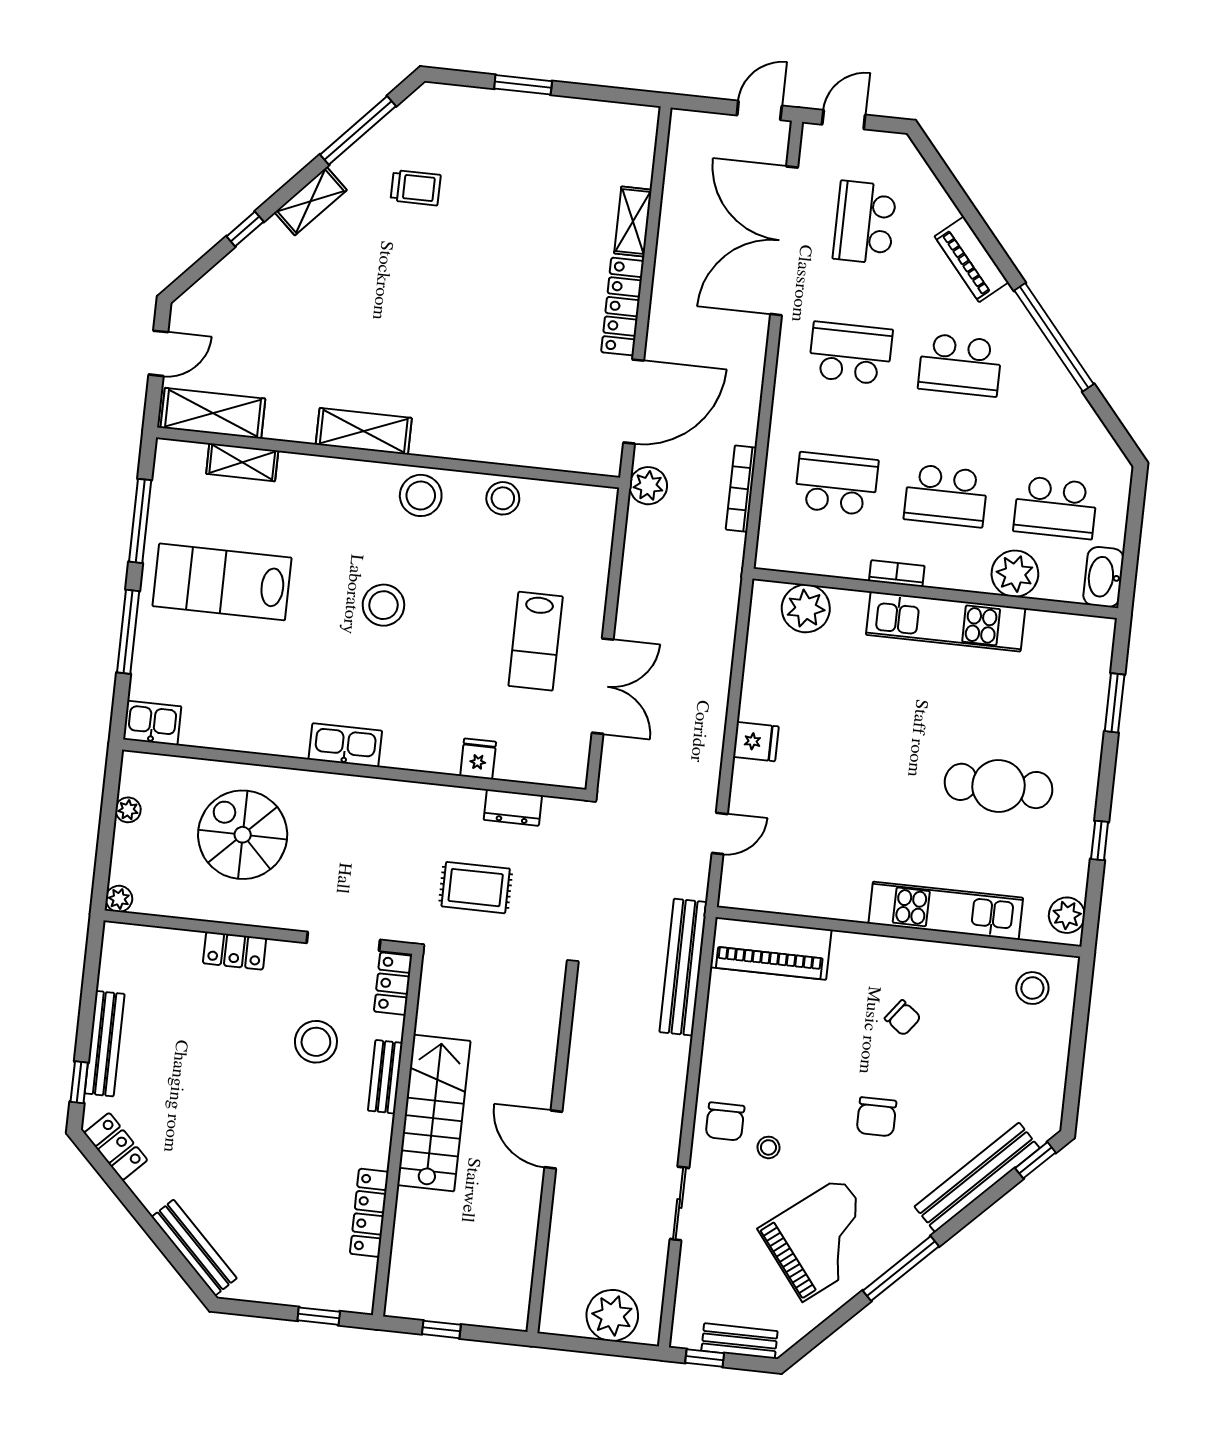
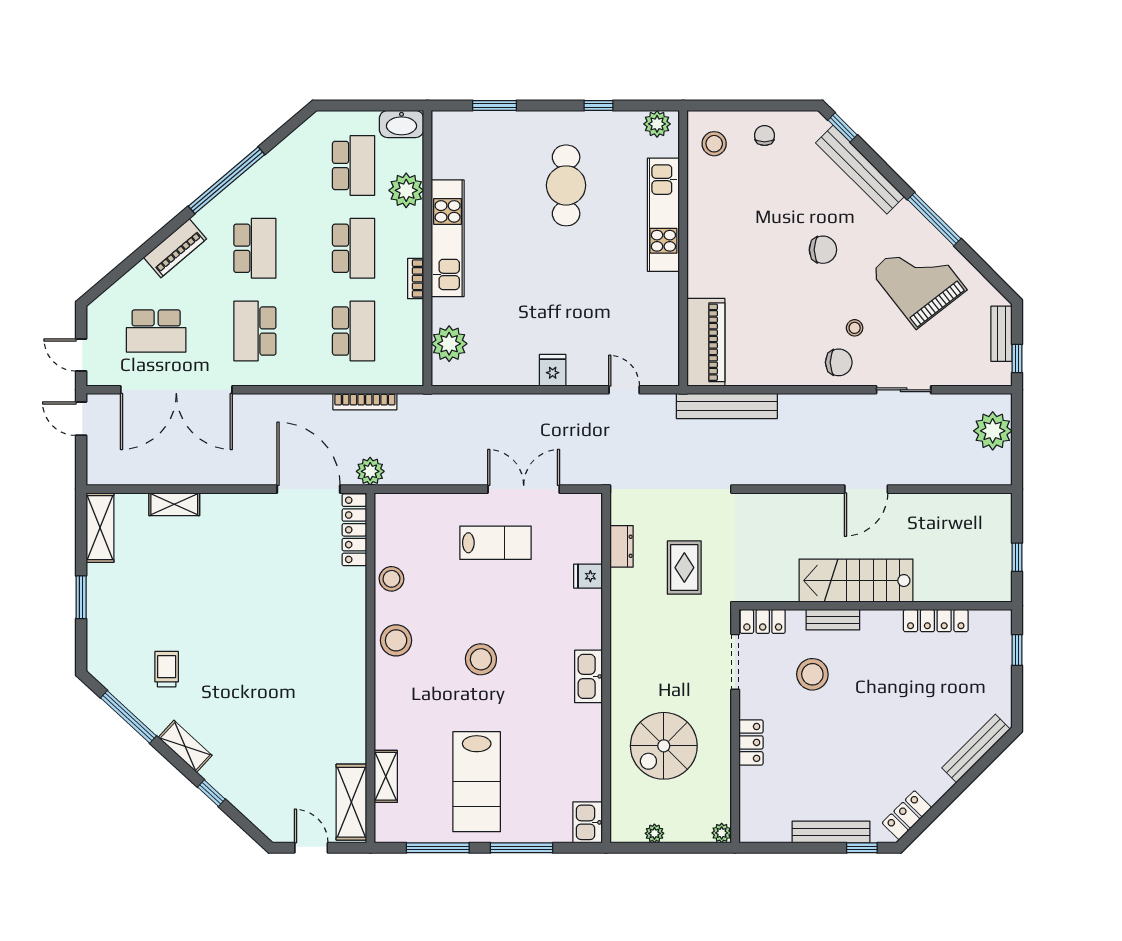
locker: (622, 307) -> (354, 530), moved, turned 90
shelving: (364, 431) -> (100, 528), moved
school desk: (836, 484) -> (354, 331), turned 180
chair: (903, 1018) -> (765, 136), moved, turned -37

